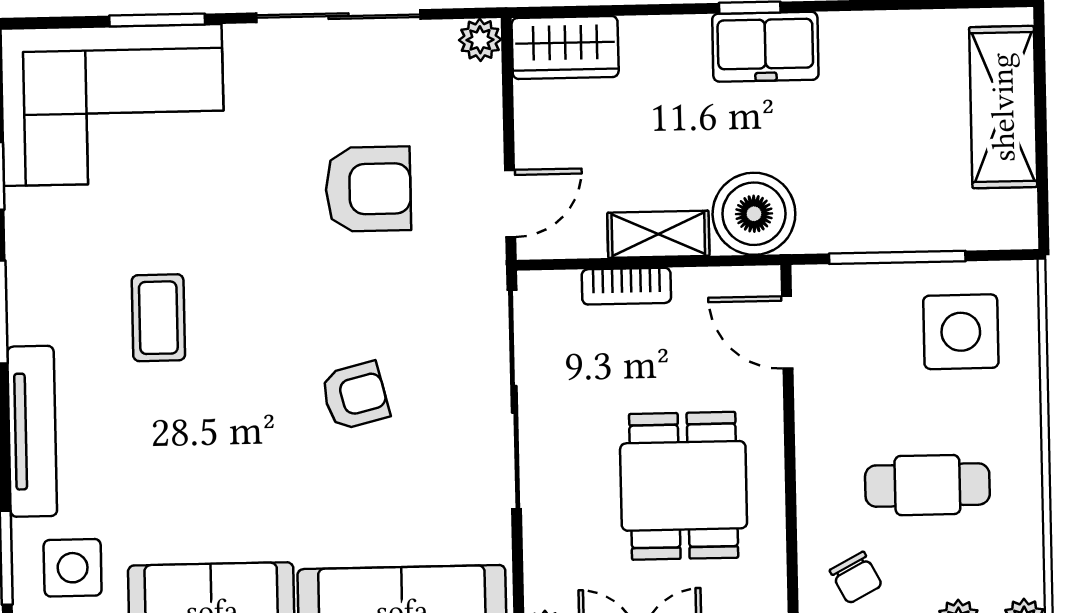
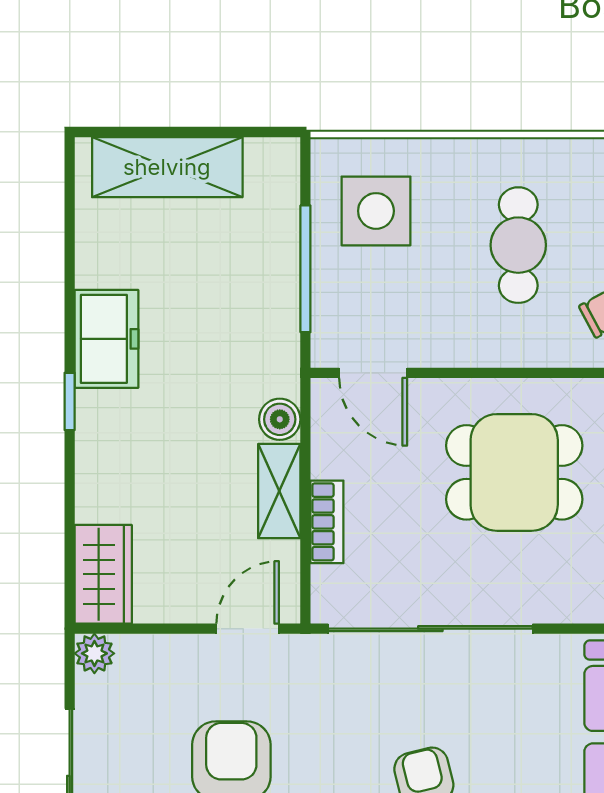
freezer: (765, 47) -> (106, 339), moved
door: (510, 204) -> (248, 629), hinge flipped
boiler: (754, 214) -> (280, 419), width x0.54, depth x0.54
door: (787, 332) -> (373, 373), hinge flipped

